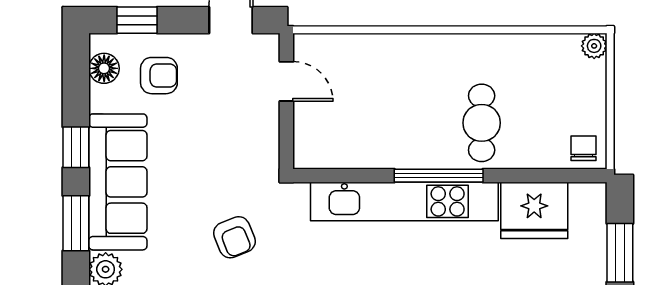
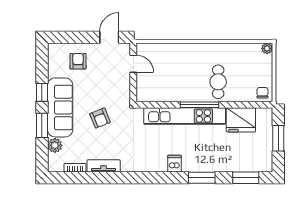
window: (137, 20) -> (68, 37), removed
floor lamp: (104, 68) -> (54, 58), removed
armchair: (159, 76) -> (78, 61), turned -90
armchair: (234, 237) -> (100, 118), moved

